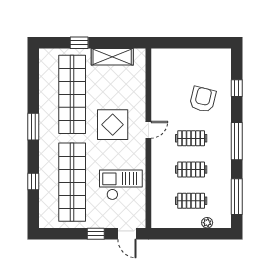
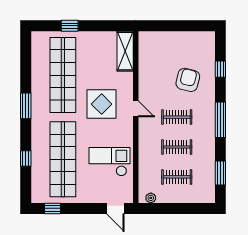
shelving: (112, 57) -> (125, 51), moved, turned 90
door: (148, 130) -> (136, 109), hinge flipped
window: (237, 197) -> (220, 173), width x0.69
plant: (207, 223) -> (151, 198), moved
window: (96, 234) -> (53, 208), moved

